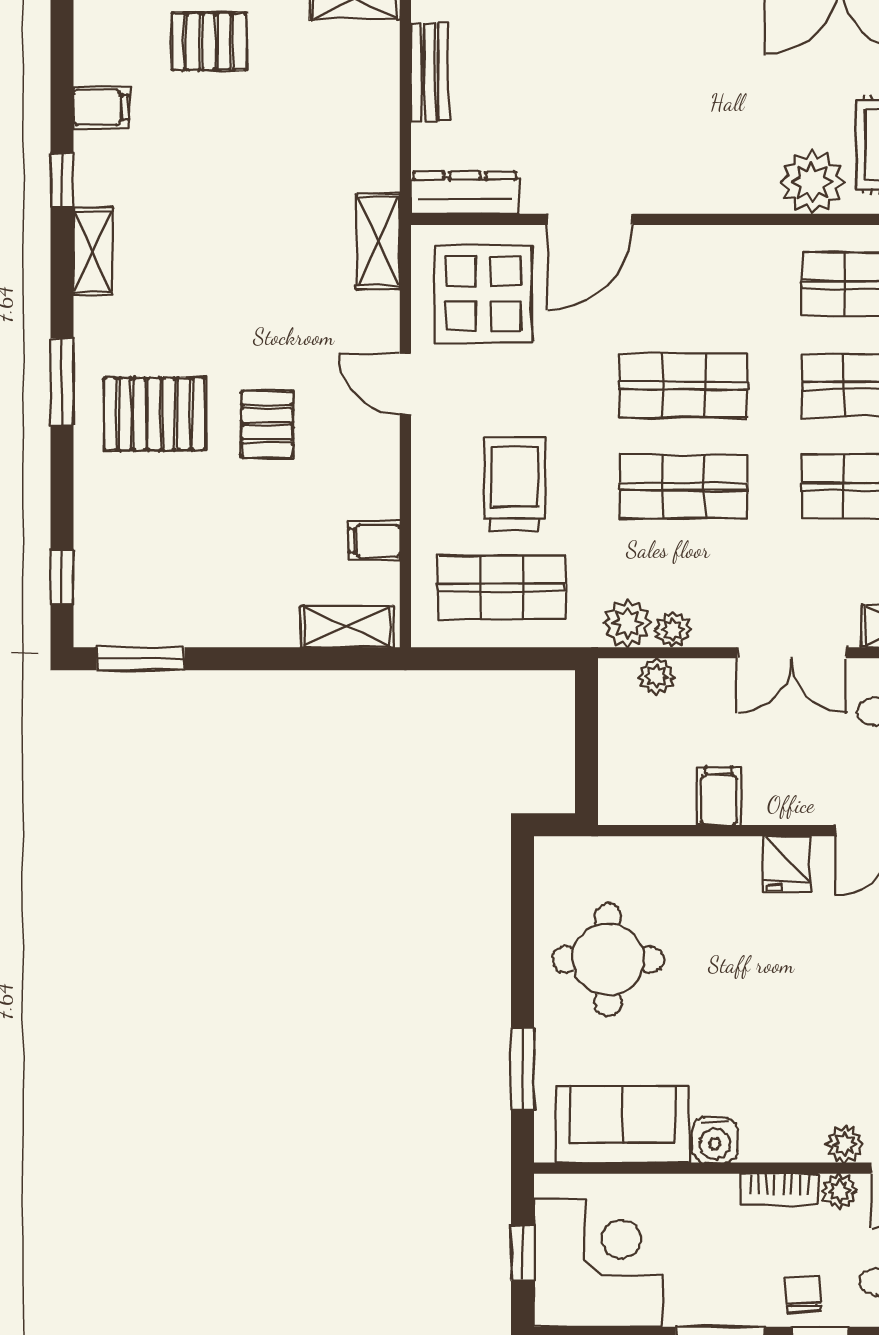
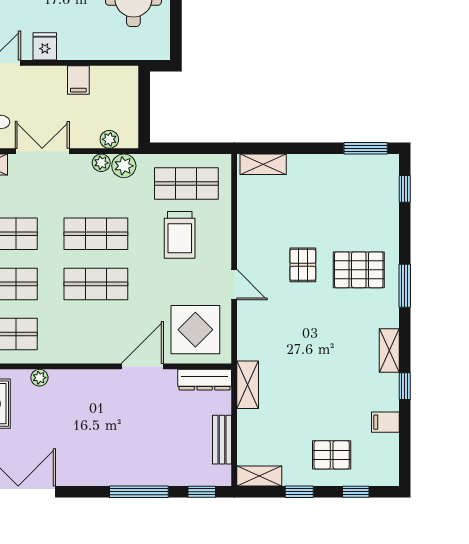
plant: (812, 182) -> (39, 378), width x0.53, depth x0.53
shelving: (378, 241) -> (248, 385), moved
filing cabinet: (374, 541) -> (250, 207), removed

